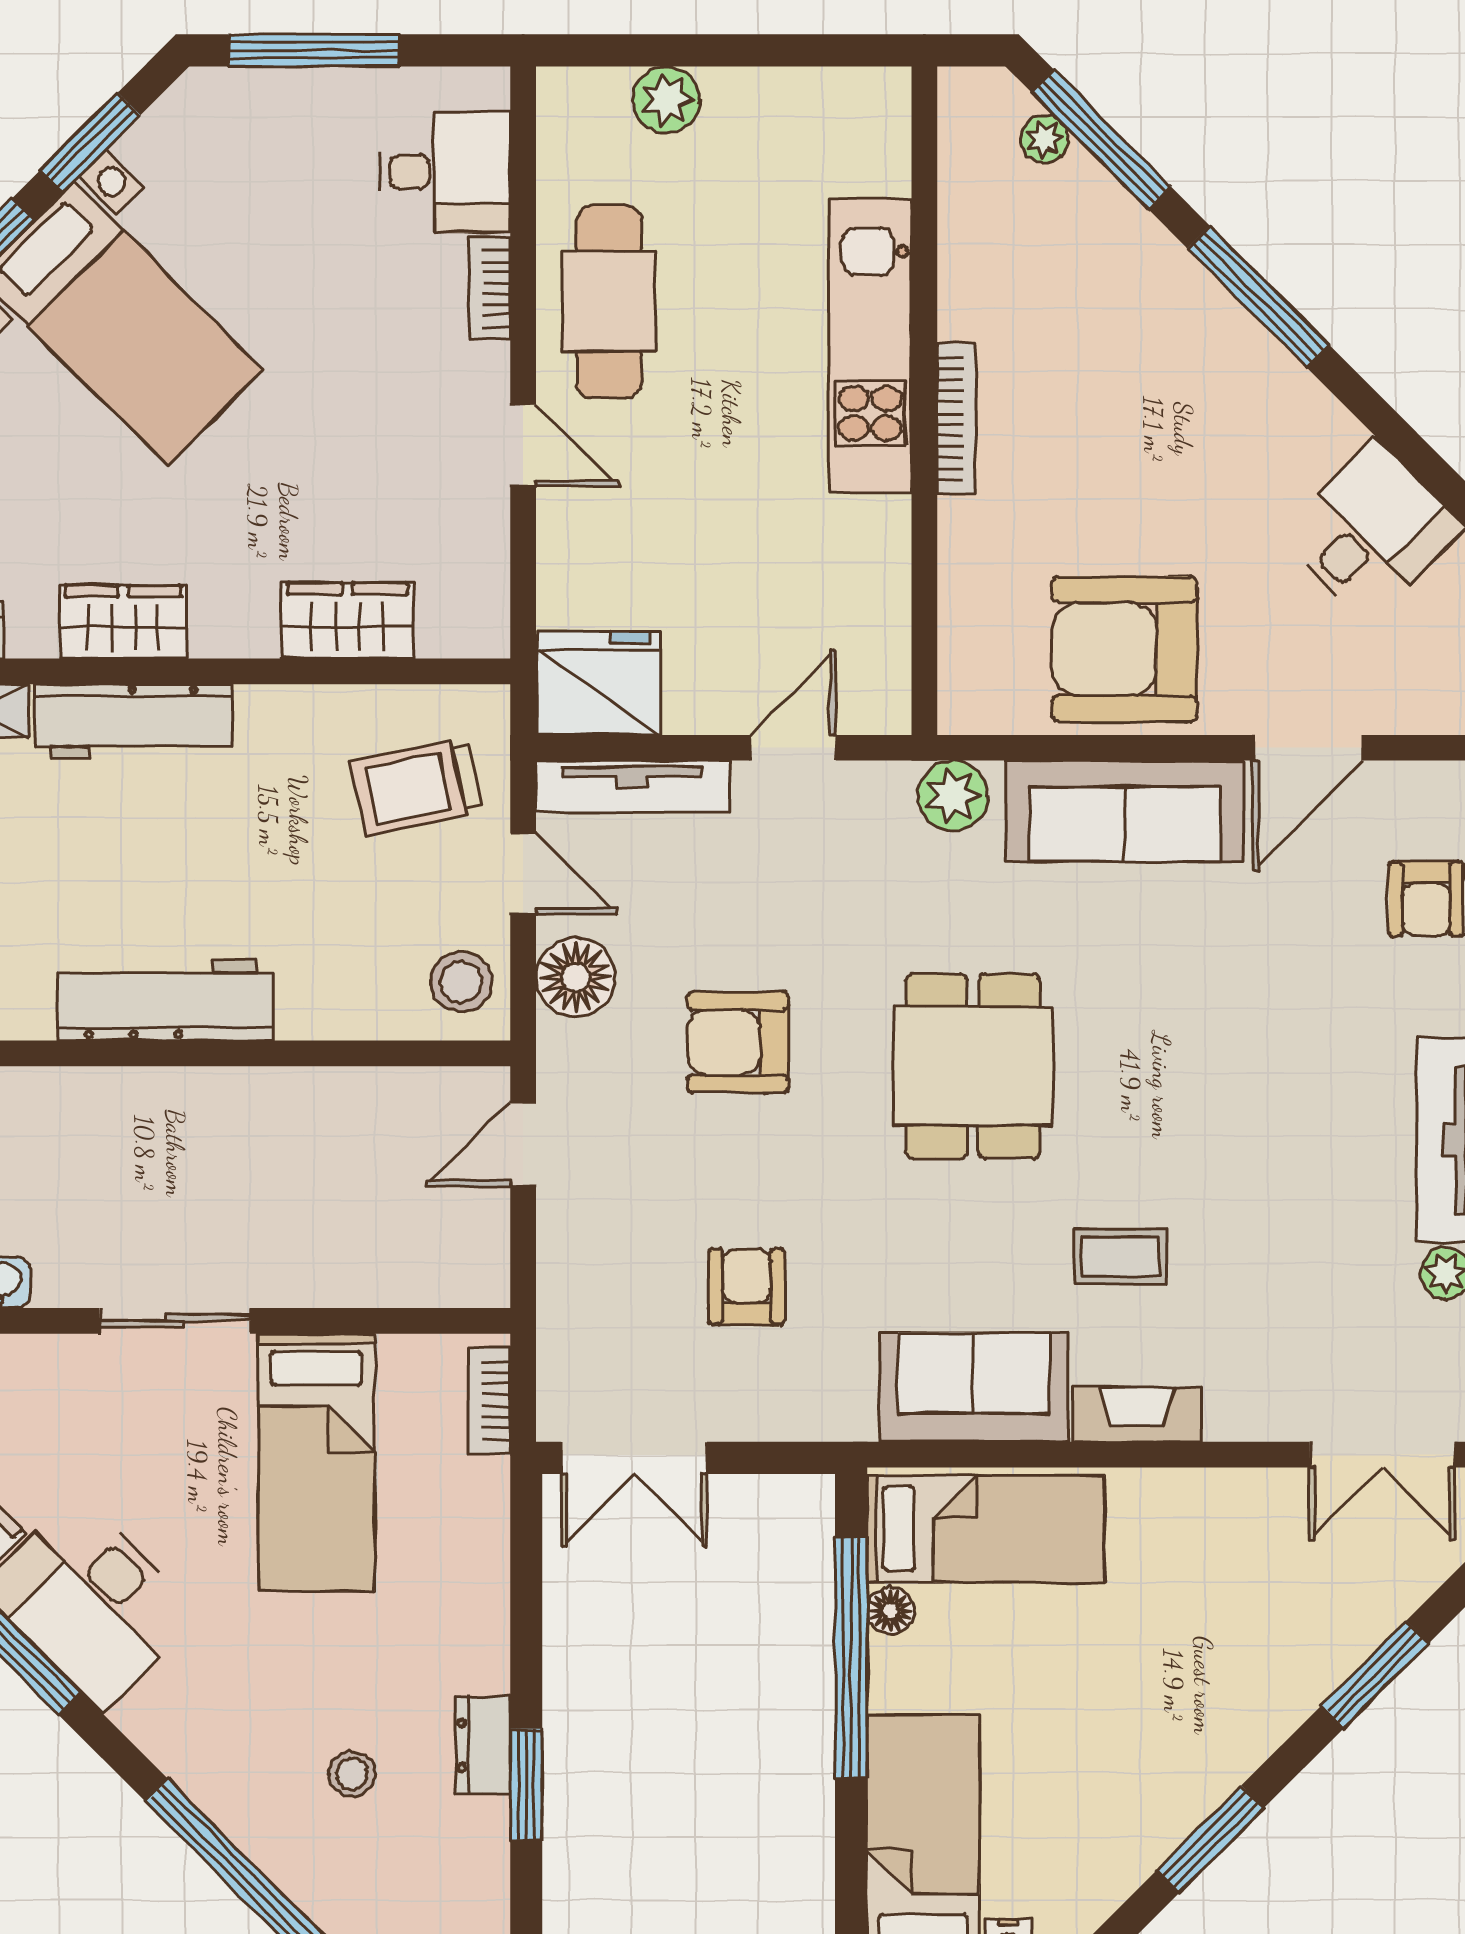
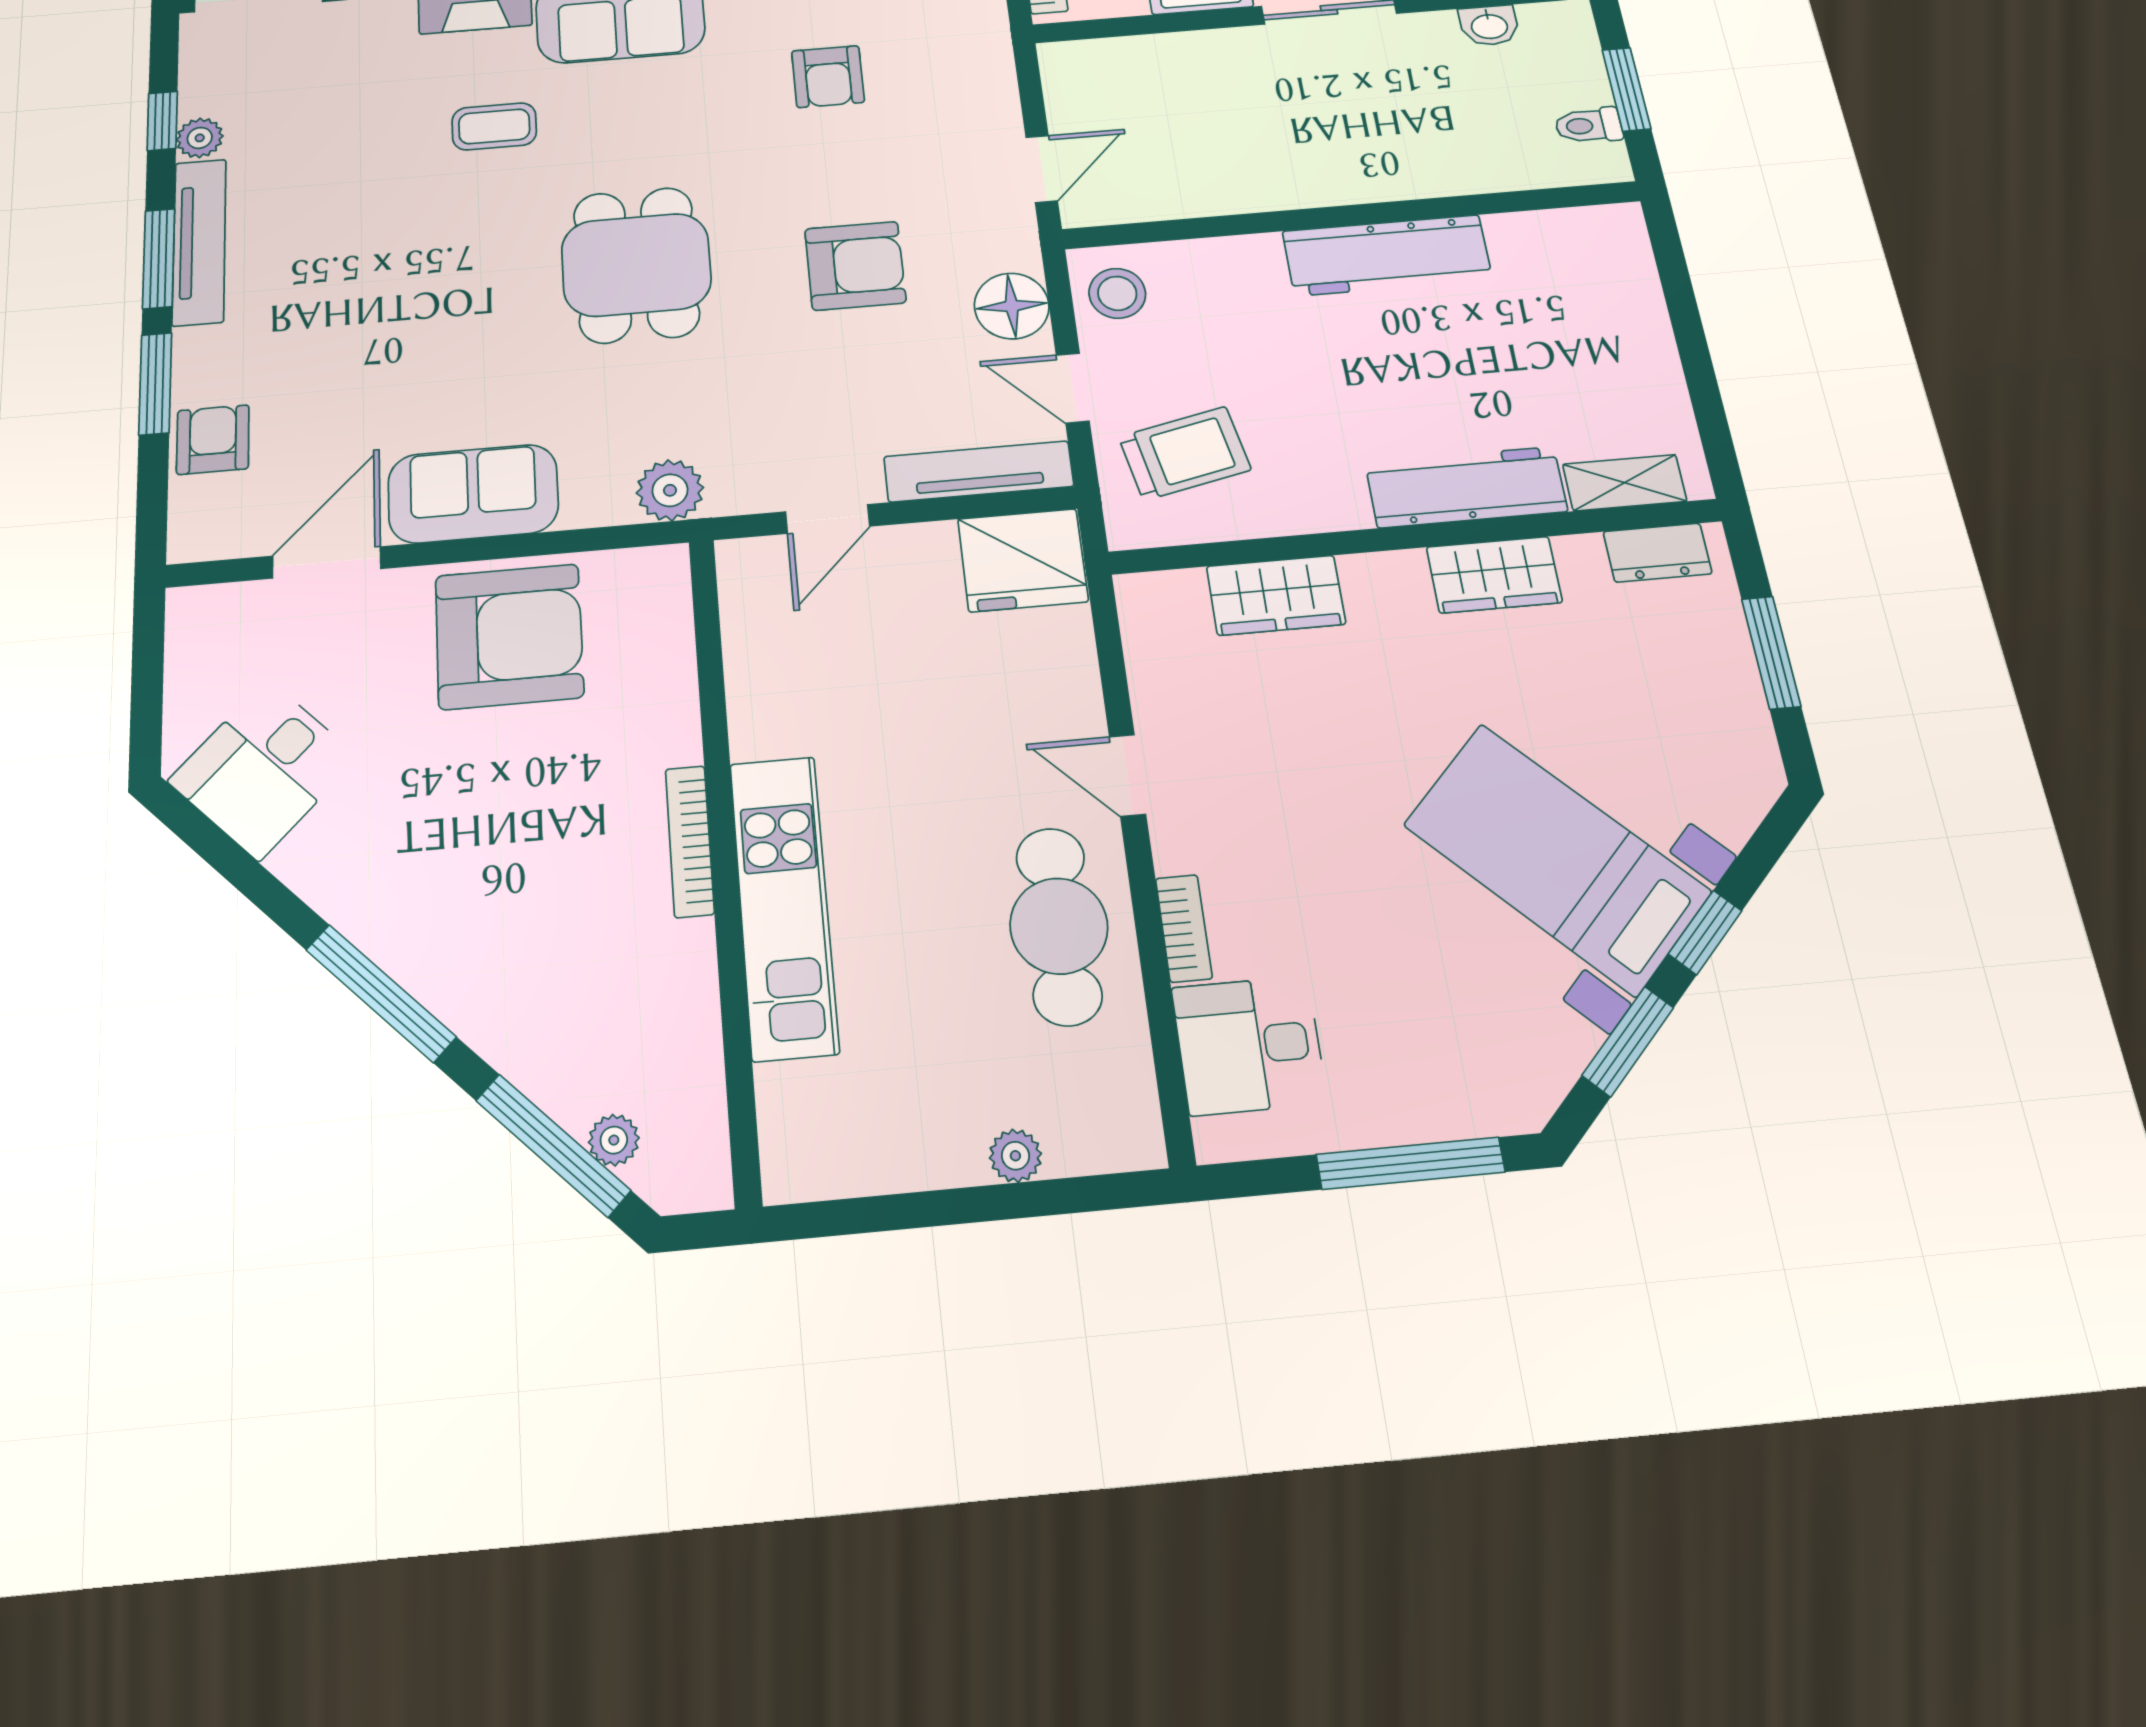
plant: (666, 100) -> (1015, 1156), width x0.73, depth x0.73
sofa: (1125, 811) -> (473, 494), width x0.73

